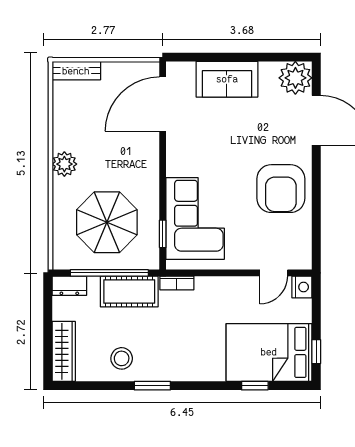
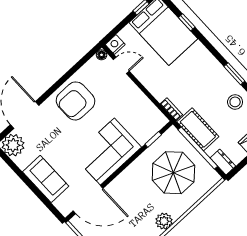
armchair: (281, 189) -> (76, 101), turned 180
corner sofa: (195, 218) -> (107, 152), moved
floor lamp: (304, 262) -> (102, 55), added

